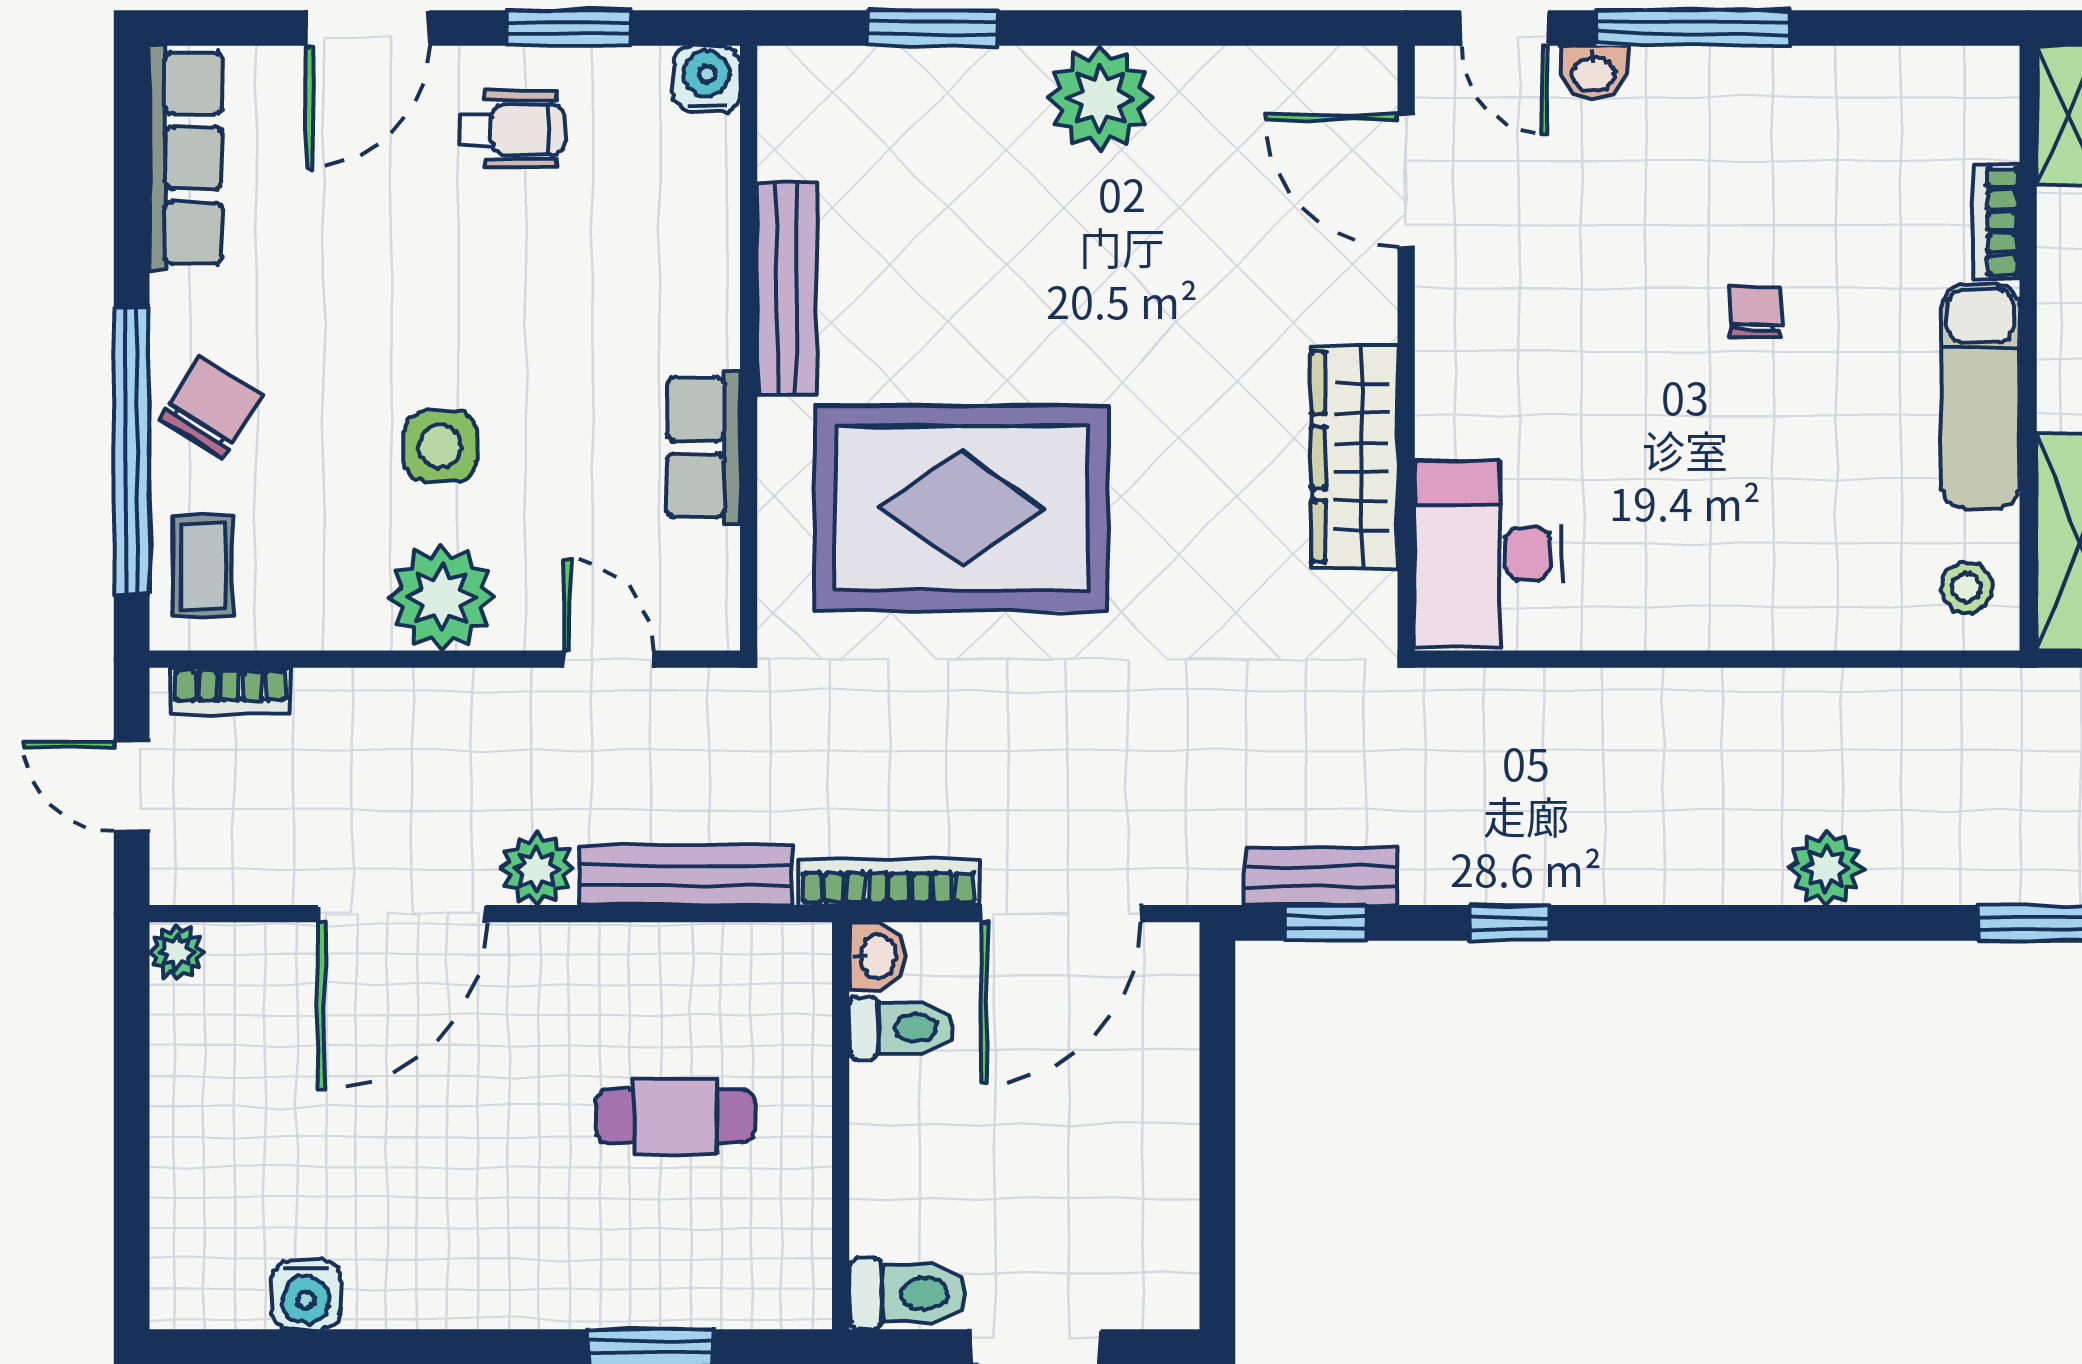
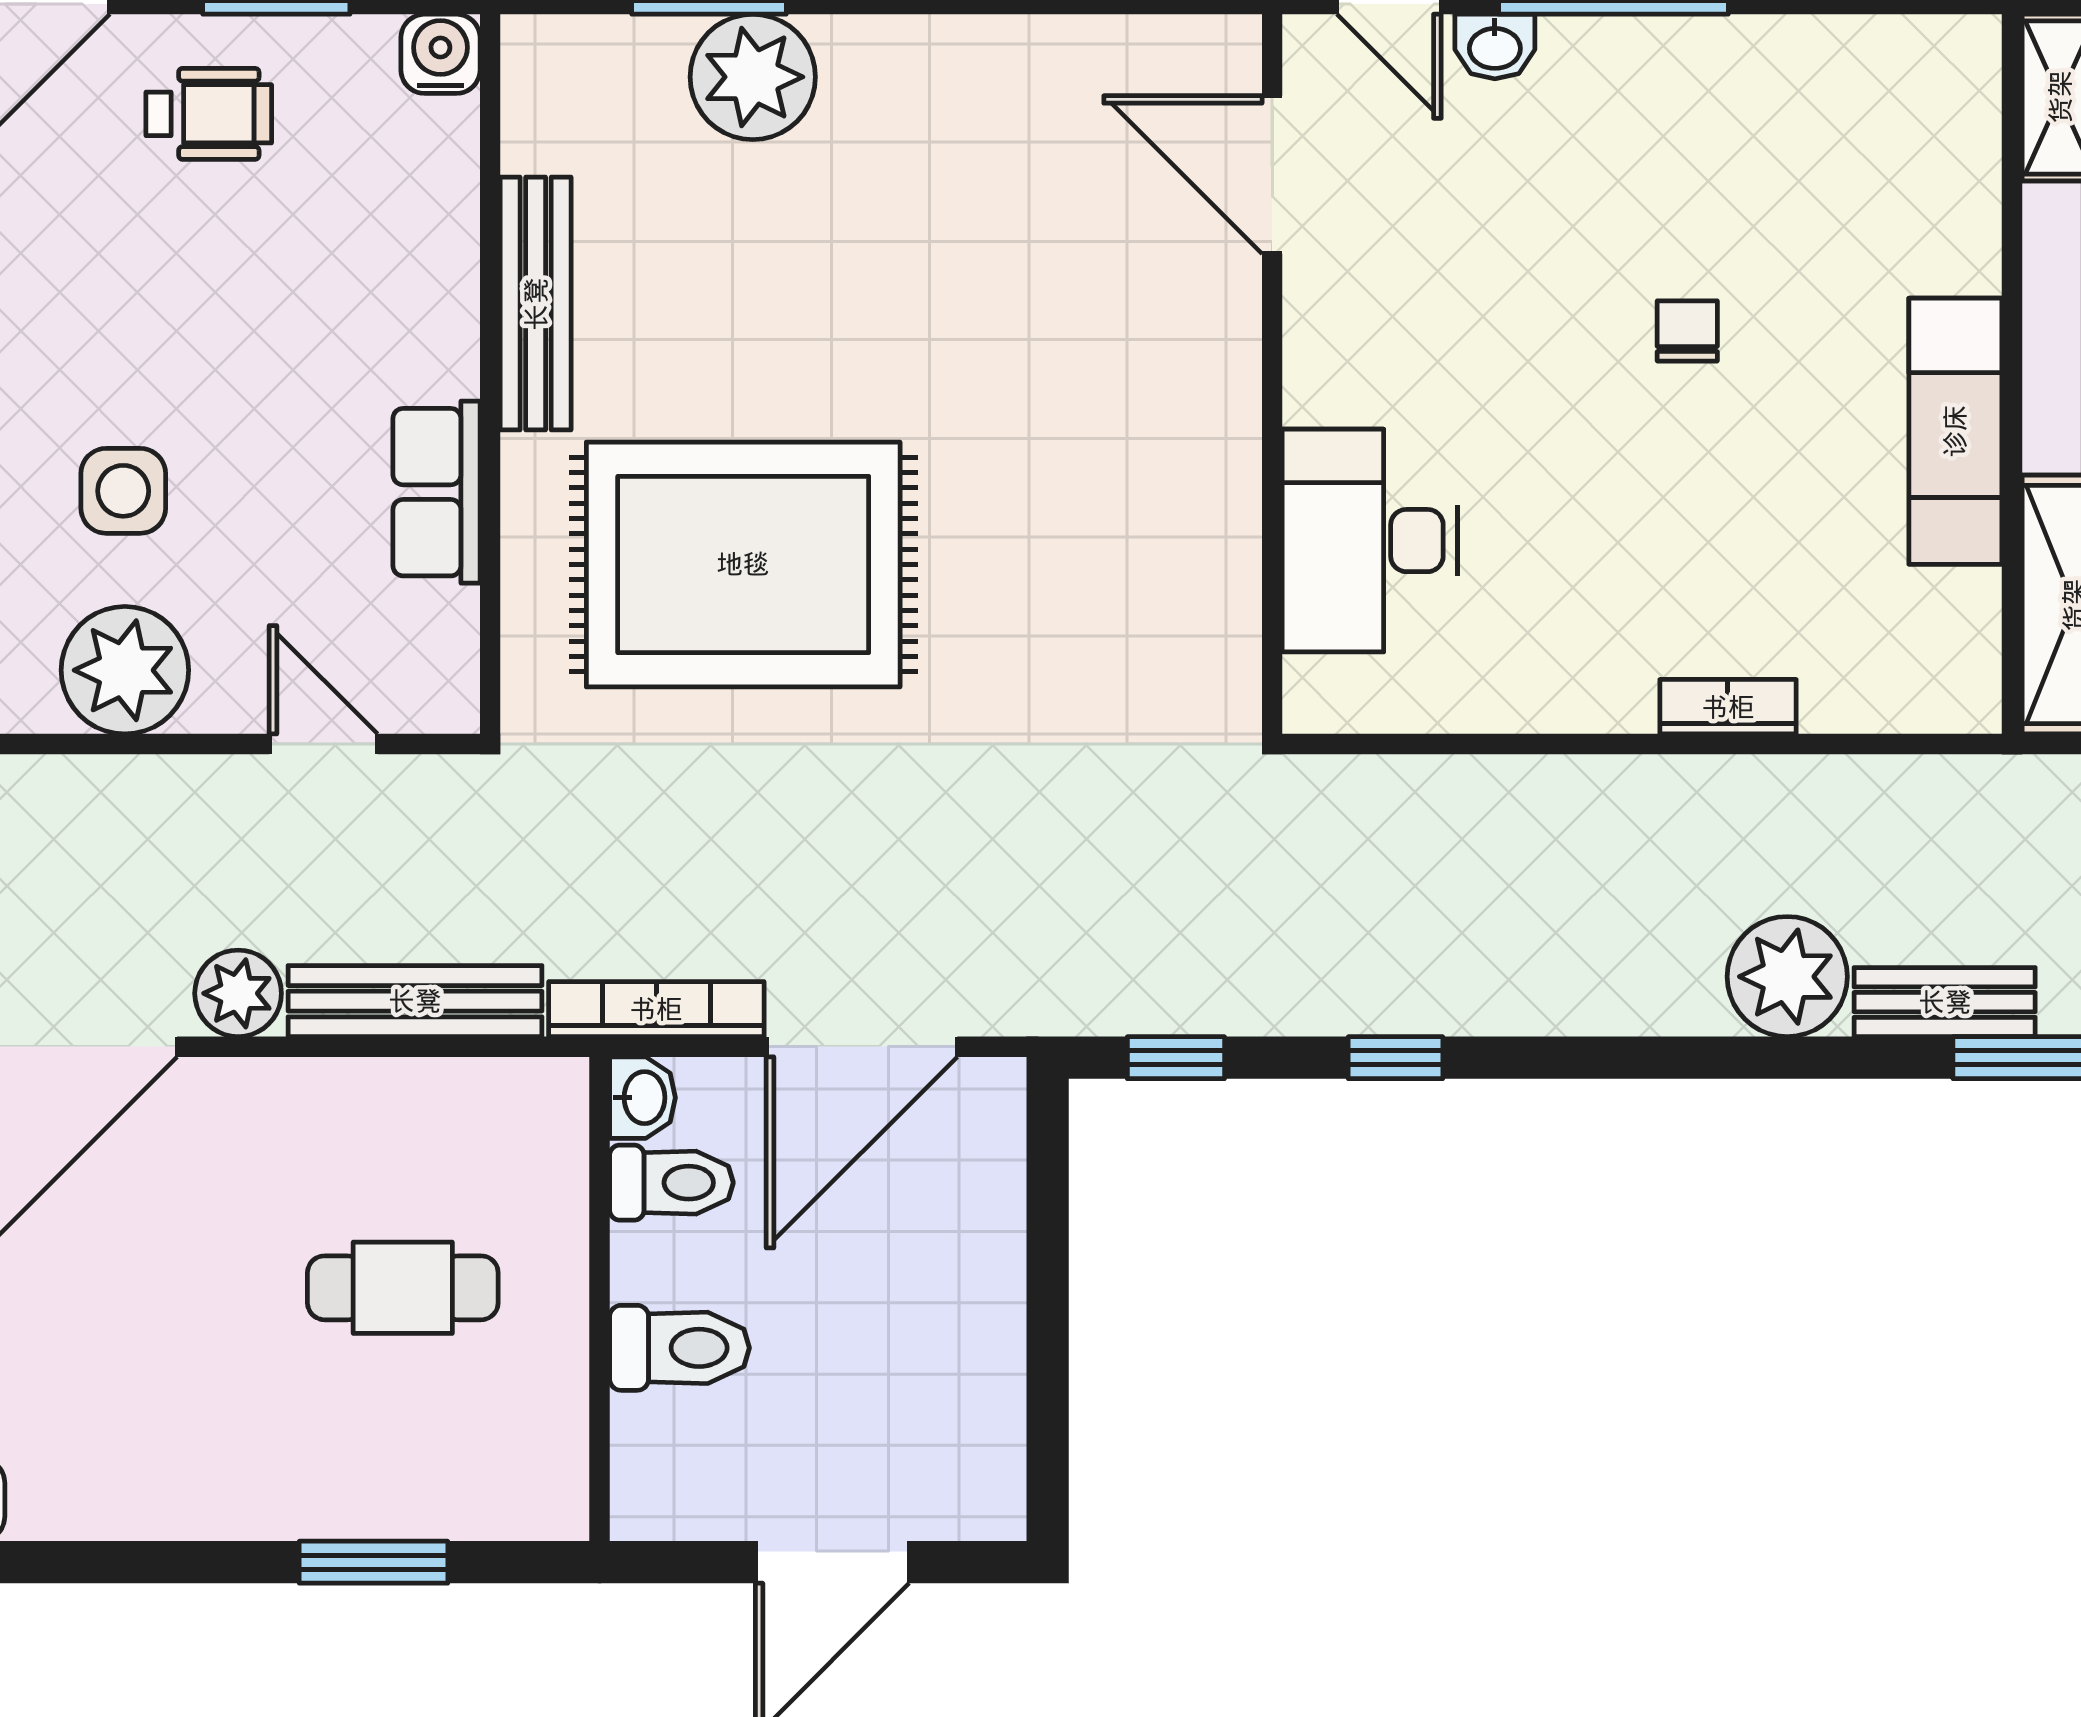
plant: (1100, 98) -> (753, 77), moved
bookcase: (1997, 221) -> (1728, 707), moved, turned 90
wardrobe: (1354, 457) -> (1211, 504), removed
desk: (1488, 554) -> (1370, 541), moved
stool: (1967, 588) -> (1939, 659), removed
plant: (1826, 868) -> (1787, 977), width x1.36, depth x1.36
bench: (1321, 876) -> (1945, 1002), moved
toilet: (908, 1294) -> (680, 1348), moved

